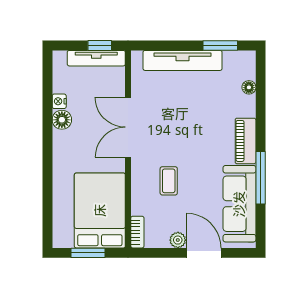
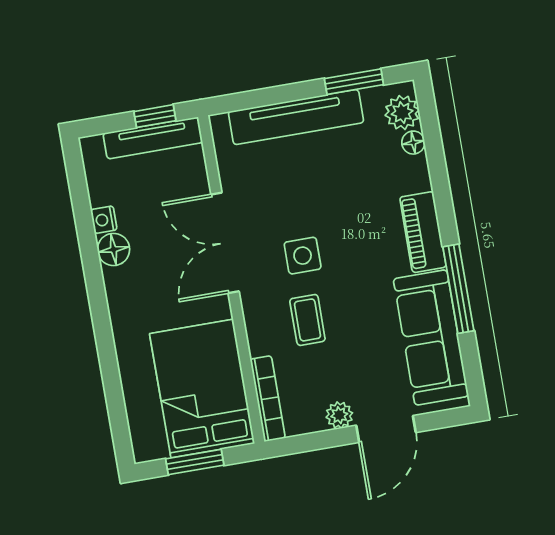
plant: (245, 69) -> (402, 113), added
side table: (172, 143) -> (303, 256), added
bookcase: (137, 232) -> (268, 399), width x1.56
door: (204, 253) -> (386, 429), swing flipped

